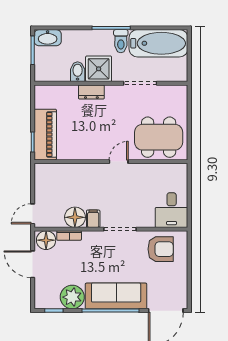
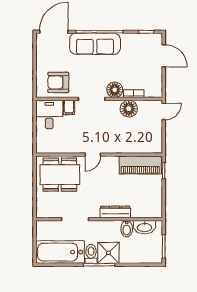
washbasin: (48, 38) -> (145, 227), moved, turned 180
shower: (99, 69) -> (108, 253), moved
dresser: (91, 92) -> (115, 212), width x1.44
piano: (45, 135) -> (140, 165), moved, turned -90
filing cabinet: (93, 219) -> (69, 107), moved
floor lamp: (46, 240) -> (115, 90), moved
door: (33, 264) -> (164, 56), moved
plant: (72, 297) -> (131, 43), removed

